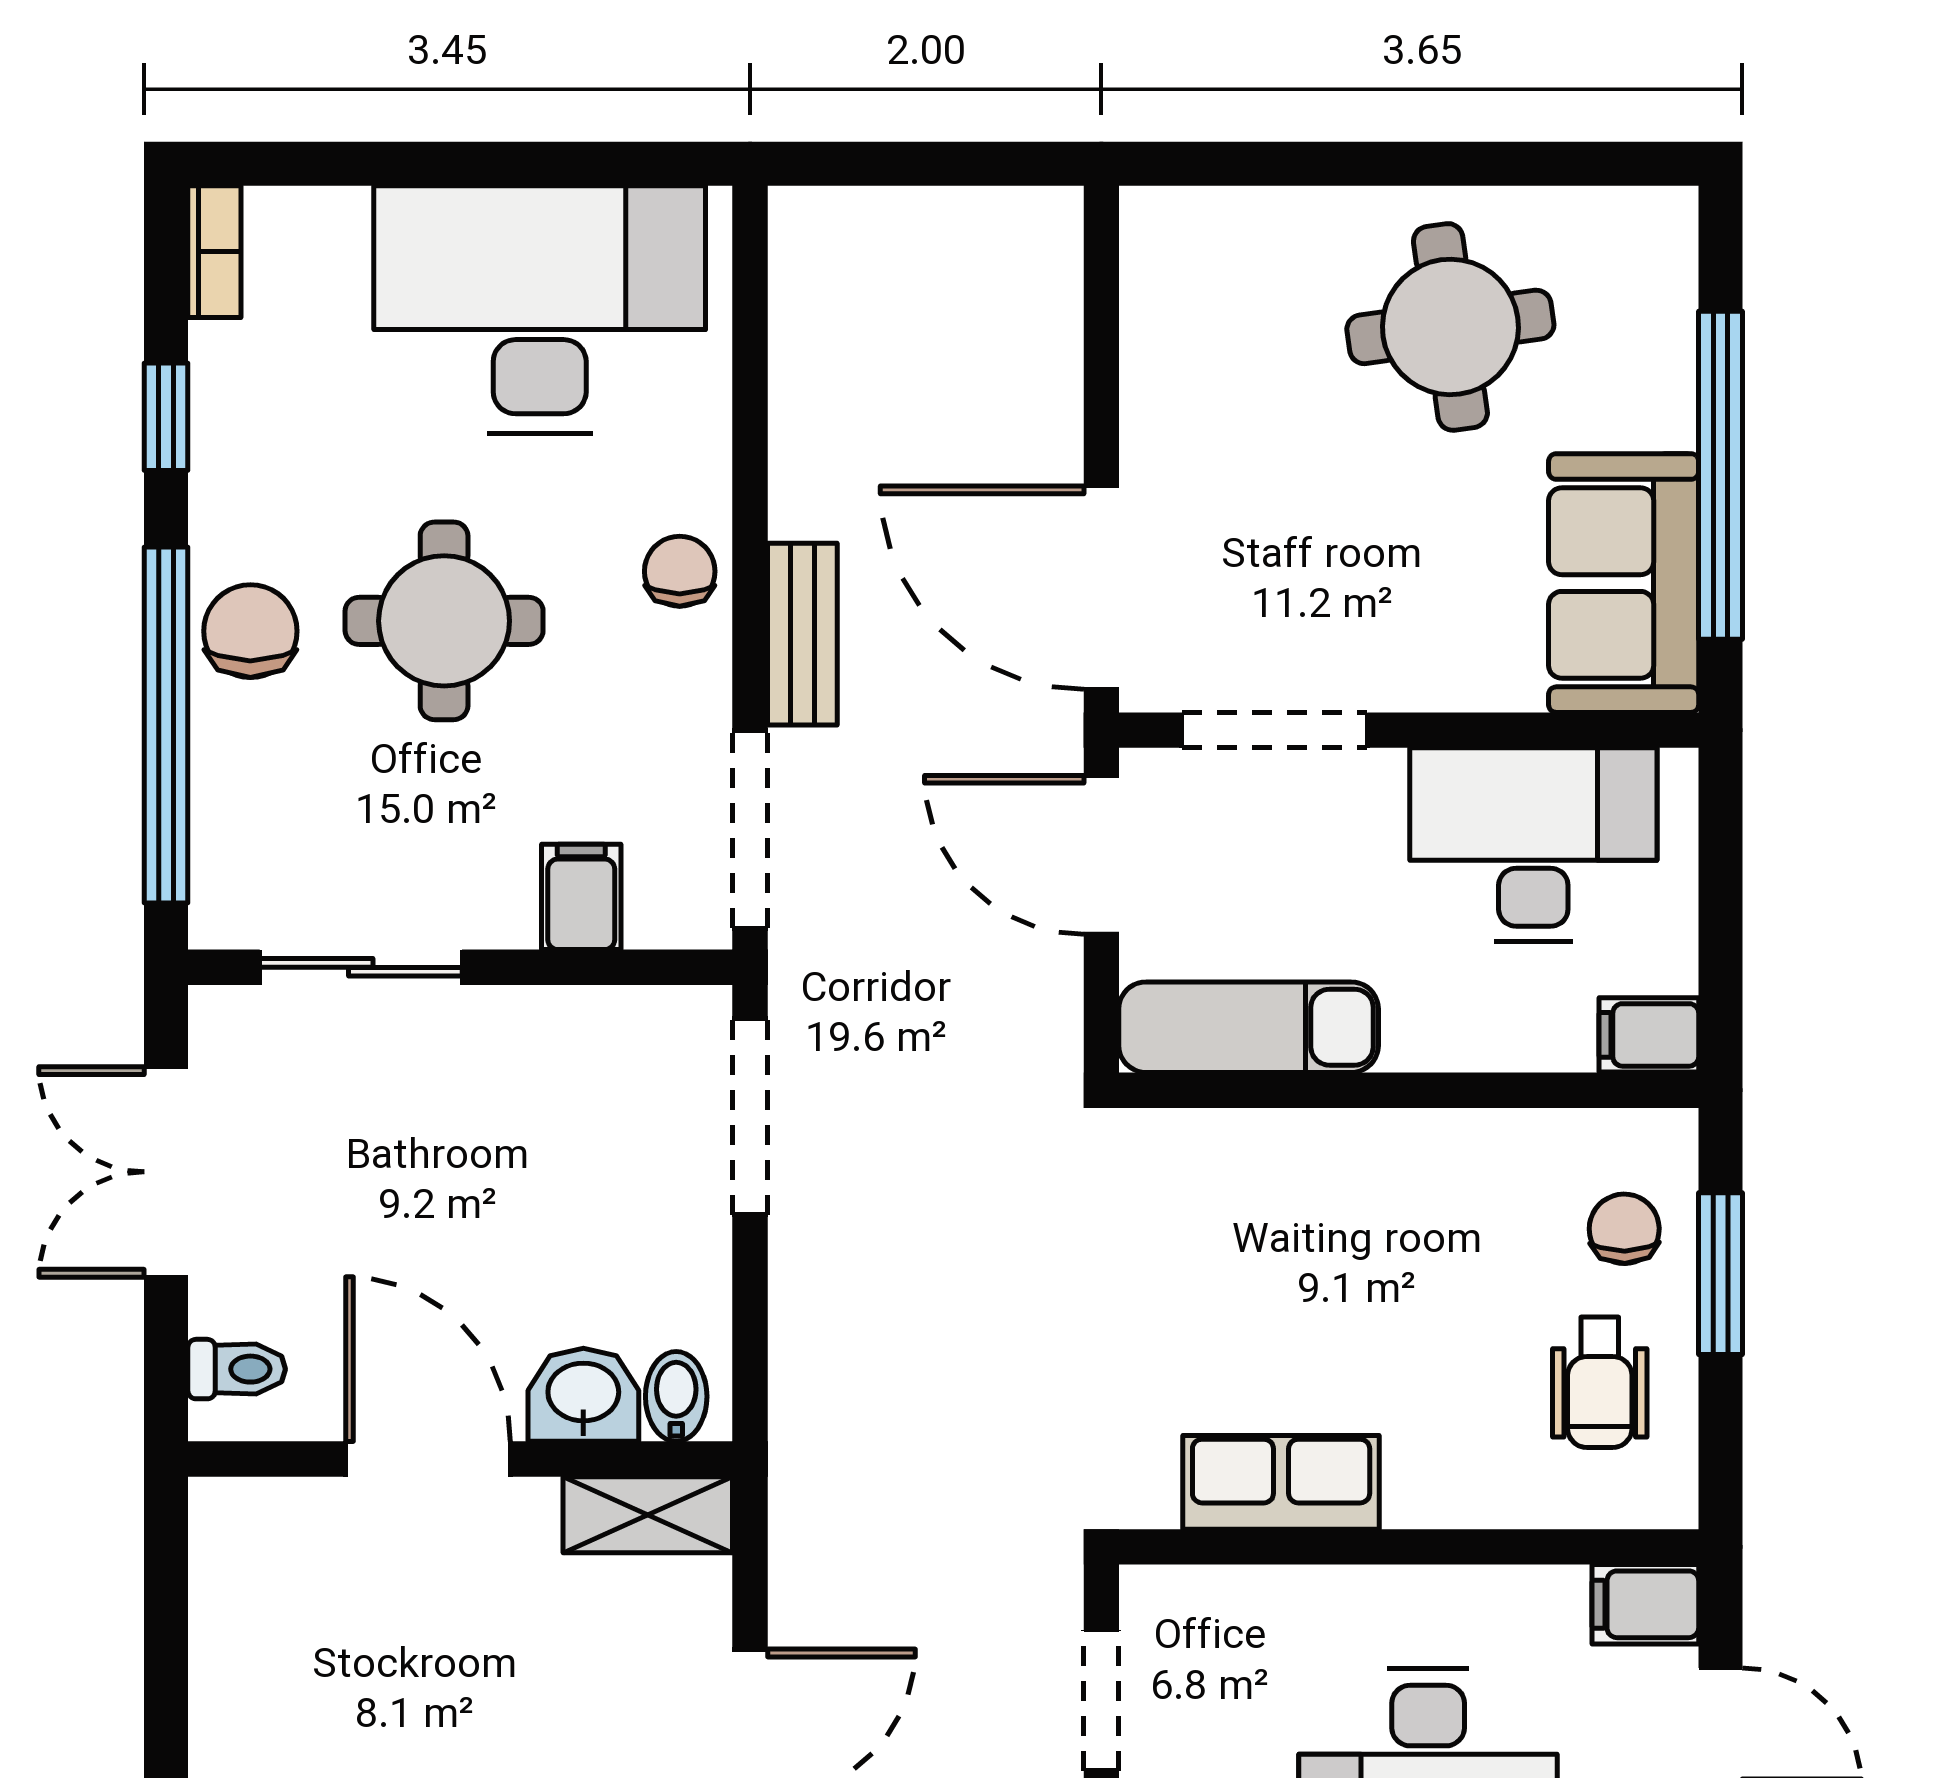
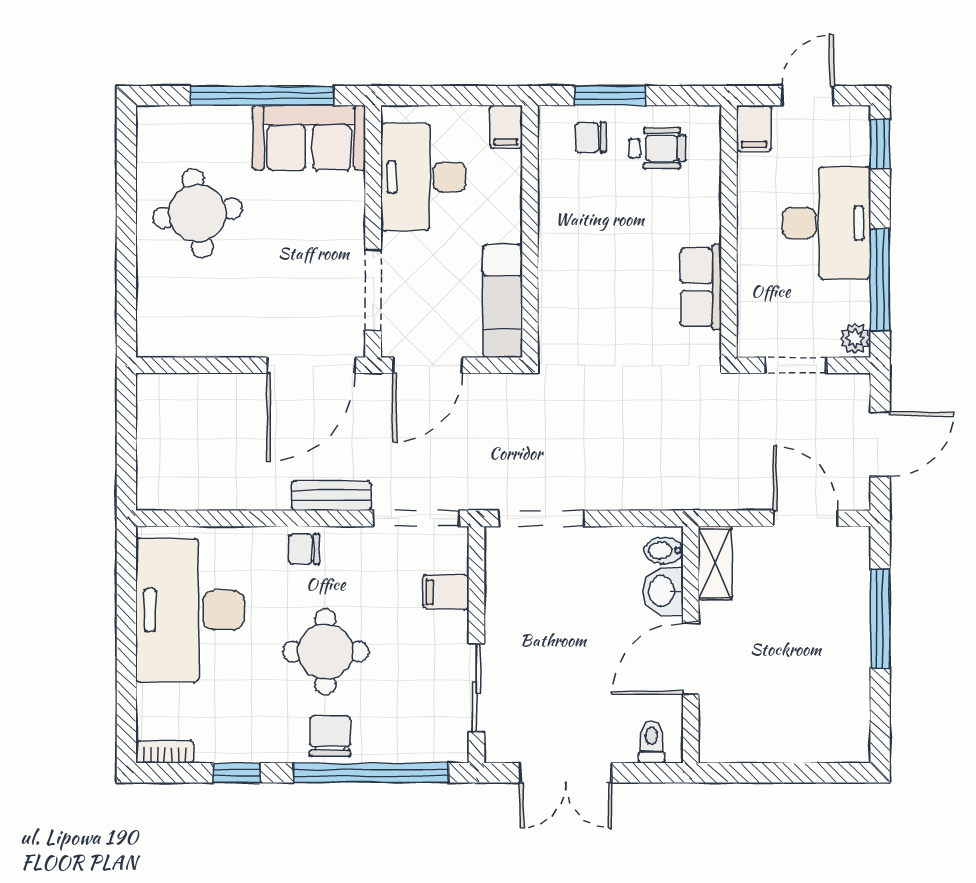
chair: (250, 631) -> (330, 736), turned 90

